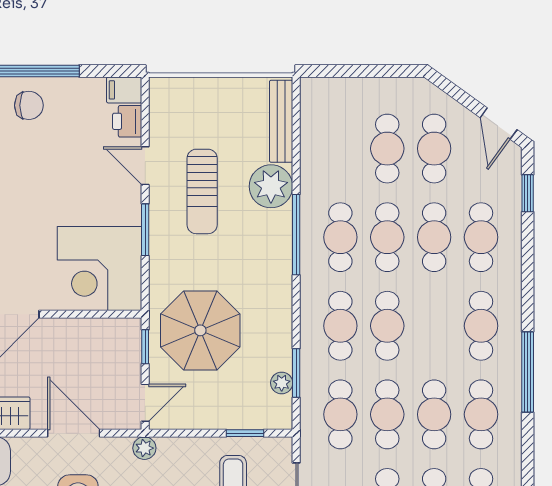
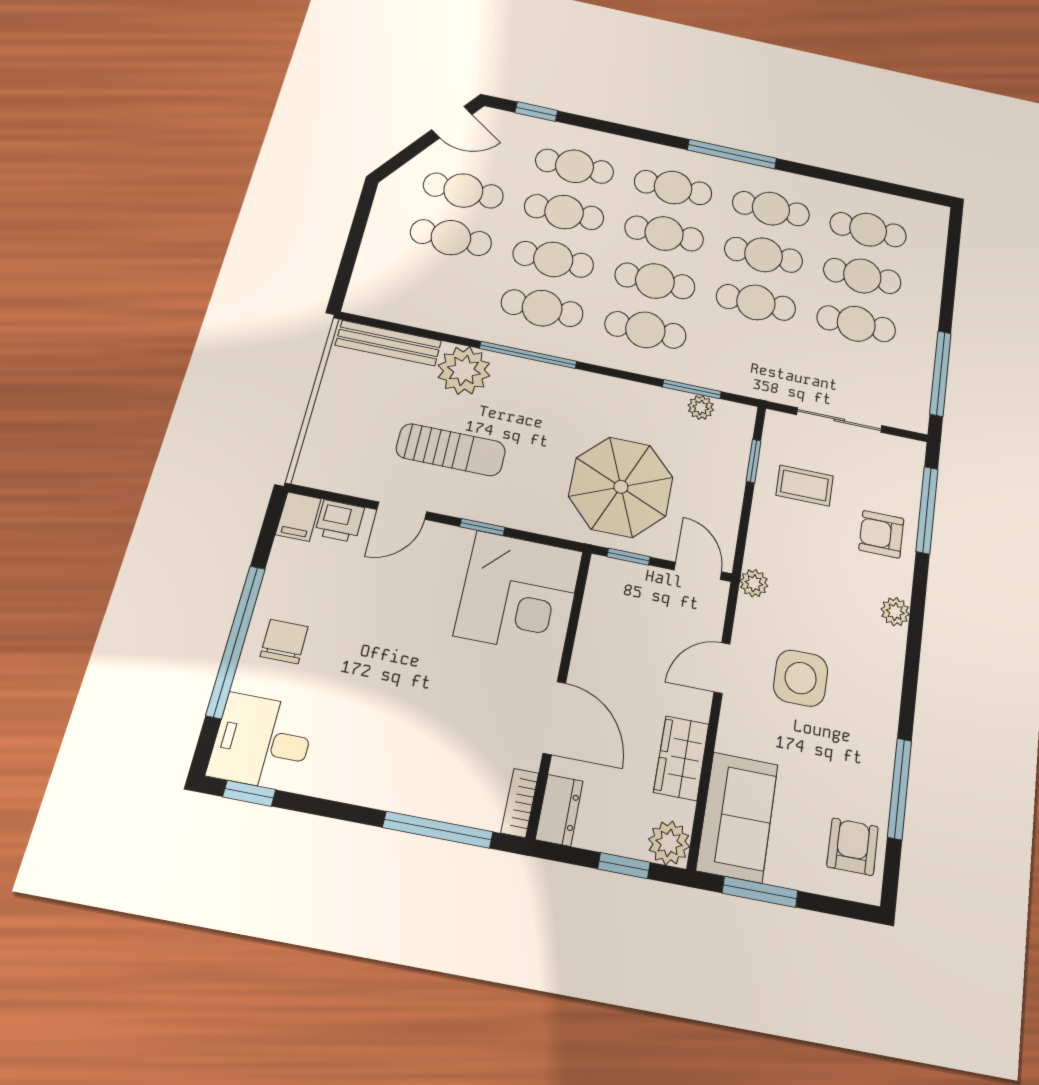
window: (145, 230) -> (482, 527), width x0.67
cafe table: (340, 414) -> (664, 233), moved
door: (74, 433) -> (722, 668), width x0.73

